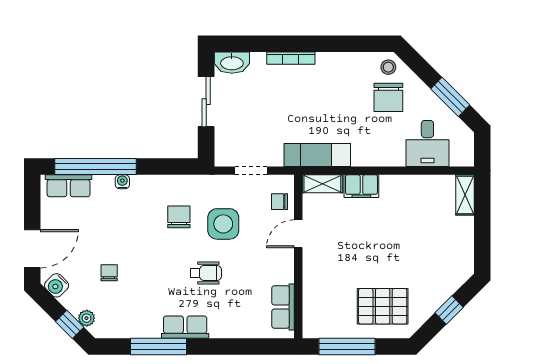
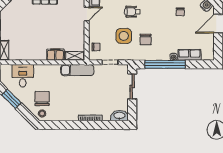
sliding door: (206, 102) -> (132, 86), moved
window: (95, 167) -> (165, 64), moved
row of seats: (69, 186) -> (189, 55), moved
door: (298, 234) -> (87, 14), moved

